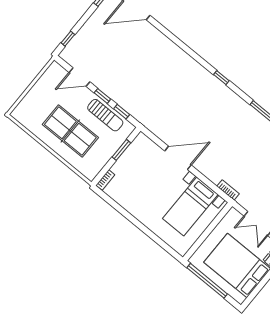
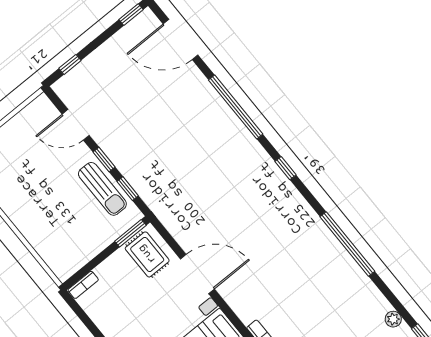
window: (181, 45) -> (236, 107), added
table tennis table: (70, 131) -> (46, 202), removed
window: (121, 150) -> (130, 233), moved
rug: (143, 152) -> (147, 254), added

